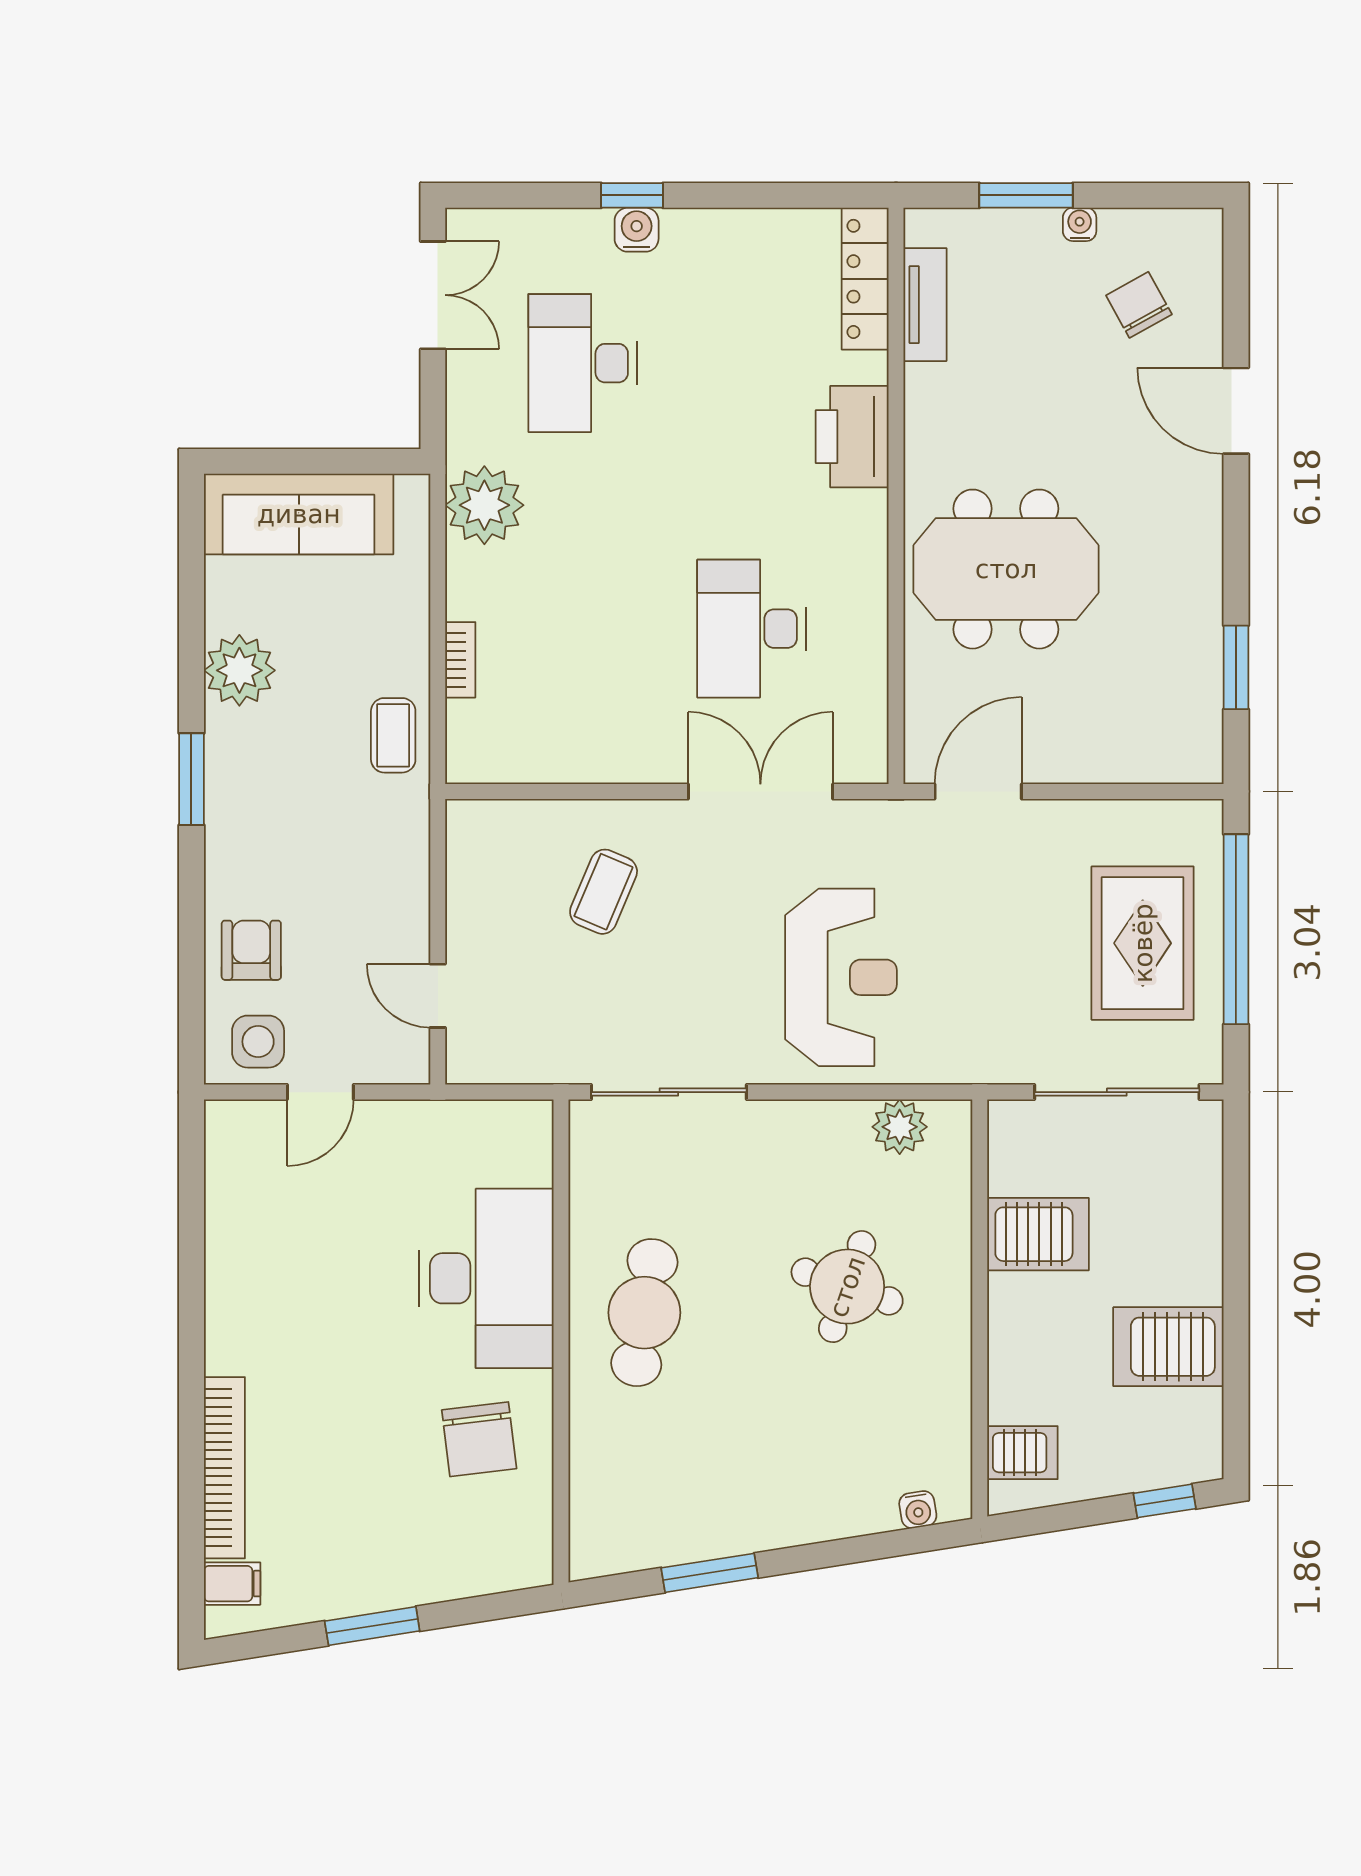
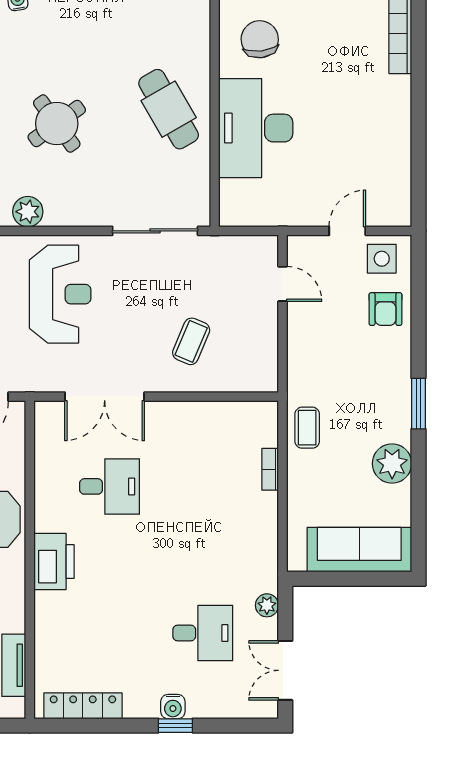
locker: (865, 279) -> (83, 706), moved, turned -90
desk: (582, 363) -> (203, 633), width x0.73
printer: (852, 437) -> (54, 562), moved
plant: (484, 505) -> (267, 605), moved, width x0.53, depth x0.53
desk: (751, 629) -> (110, 486), width x0.73
reception desk: (841, 977) -> (60, 294), turned 180
round table: (847, 1287) -> (57, 124), turned 35
cafe table: (644, 1313) -> (169, 109), turned -39

